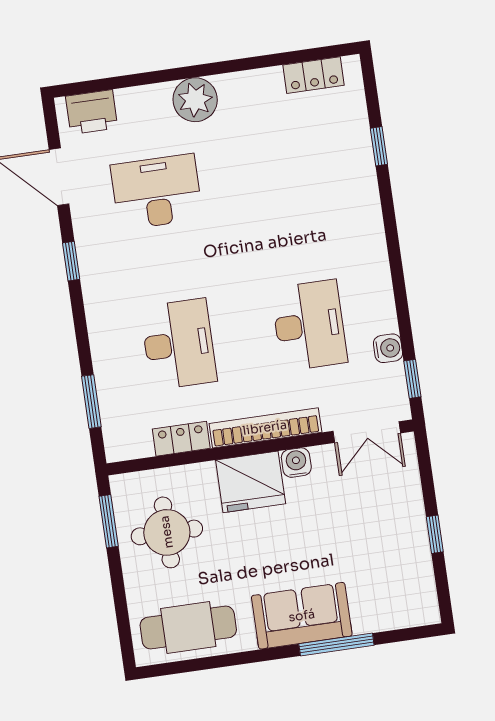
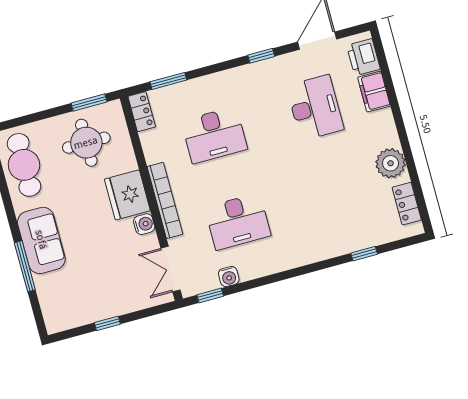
plant: (195, 100) -> (391, 163), moved
filing cabinet: (144, 103) -> (374, 92), added
locker: (181, 439) -> (142, 112), moved

